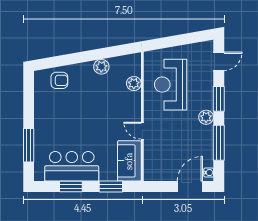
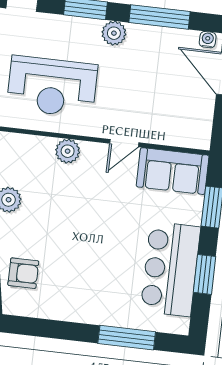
armchair: (59, 80) -> (23, 273), turned 90
plant: (134, 83) -> (68, 151), moved

